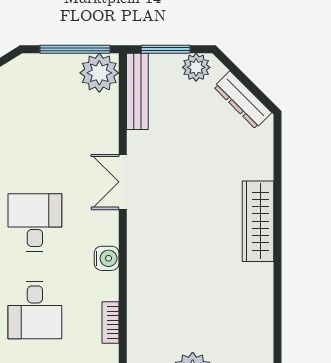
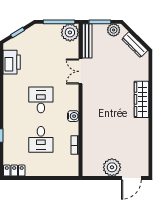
double door: (123, 182) -> (80, 71), moved

